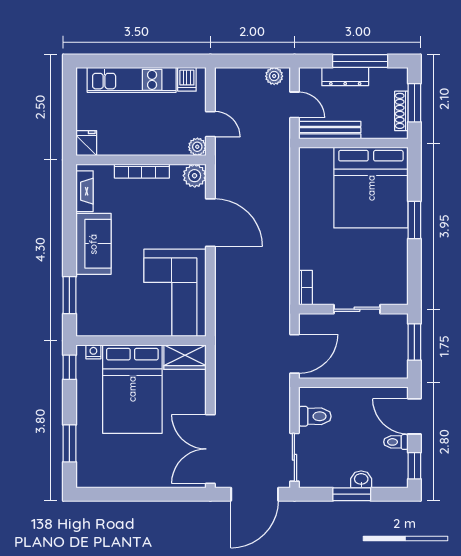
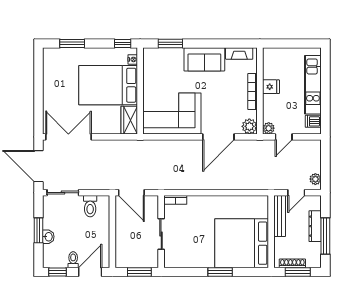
fridge: (86, 143) -> (271, 87), moved

